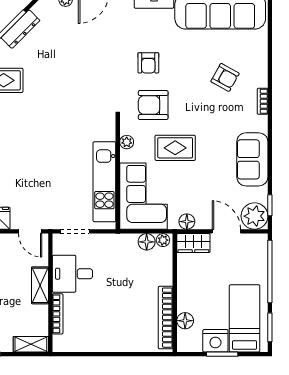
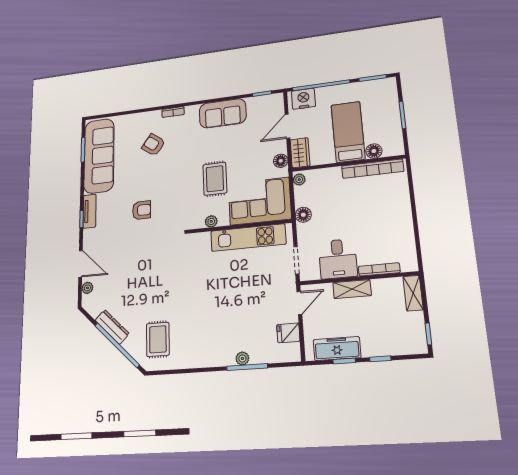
armchair: (225, 77) -> (154, 145), turned -83
armchair: (153, 105) -> (178, 202), removed
plant: (254, 216) -> (272, 105), removed
floor lamp: (147, 242) -> (303, 215), moved
bed: (245, 318) -> (348, 132), moved, turned 90
nightstand: (215, 341) -> (303, 99), moved, turned -90

